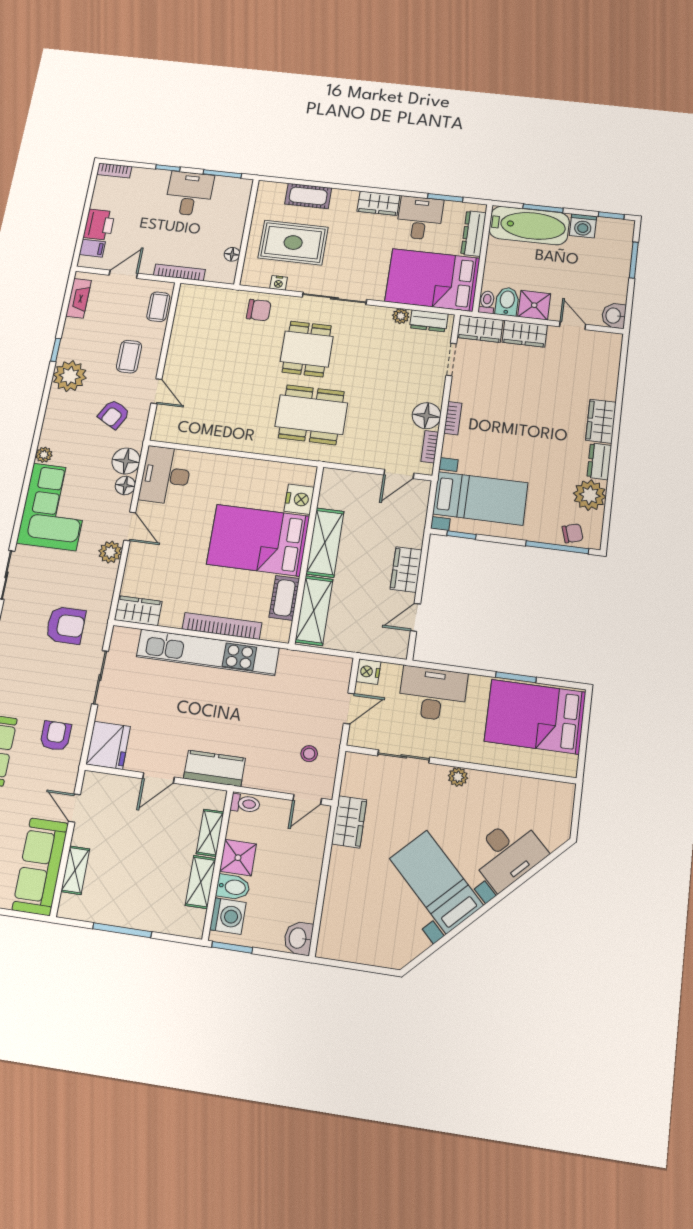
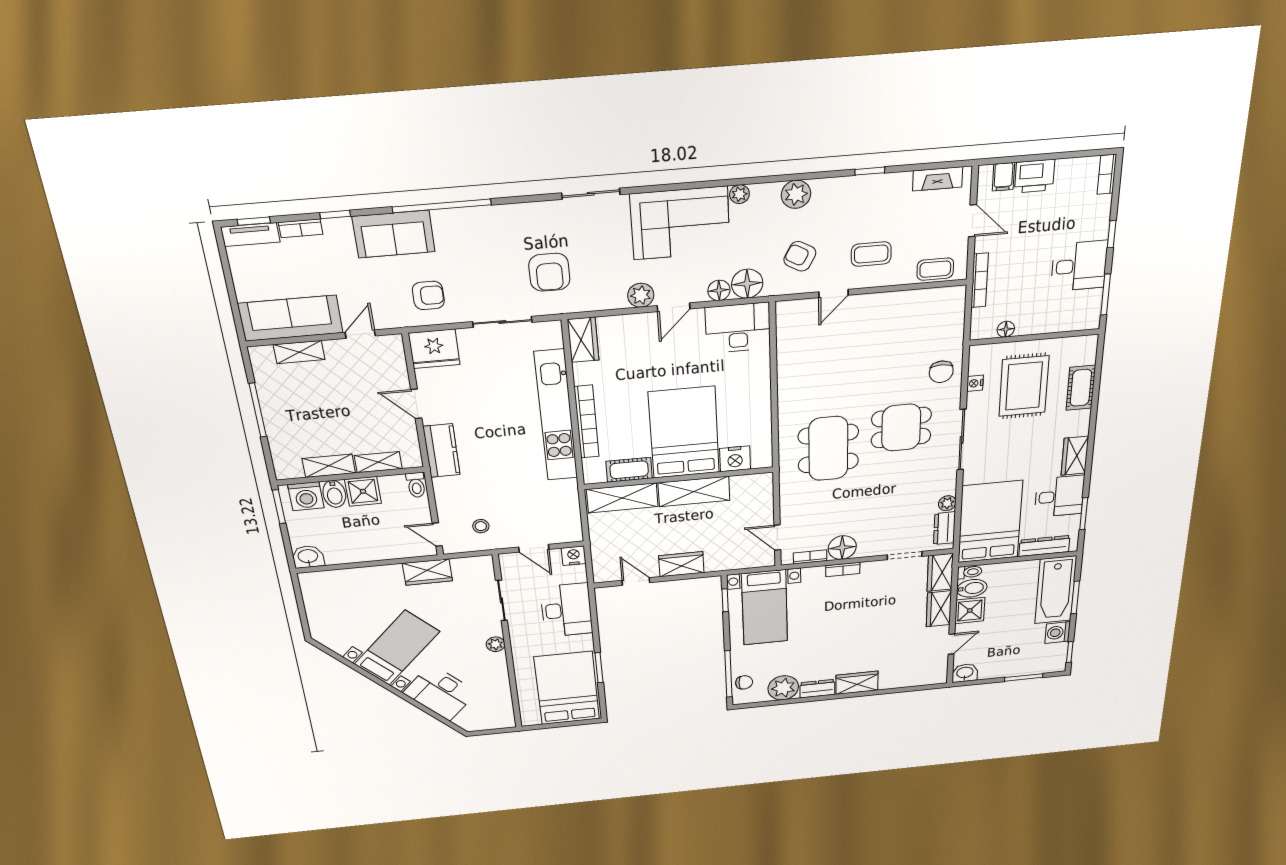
plant: (70, 376) -> (796, 194), moved, width x0.73, depth x0.73
chair: (573, 533) -> (744, 682), turned -73

